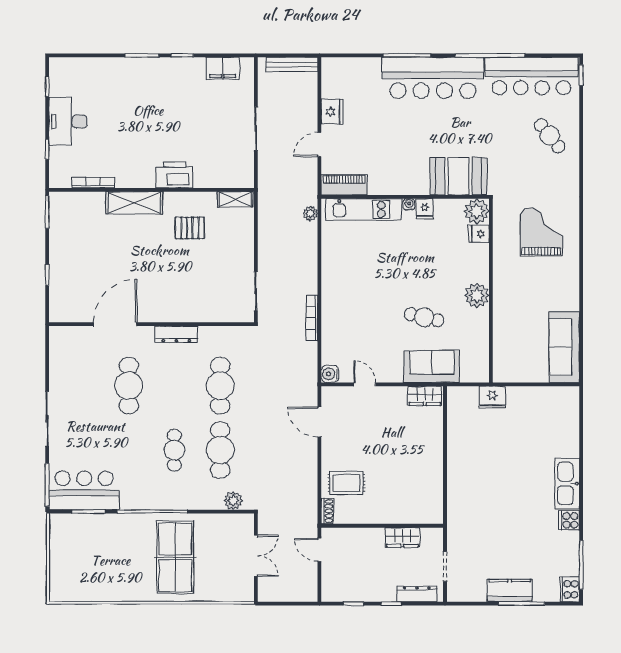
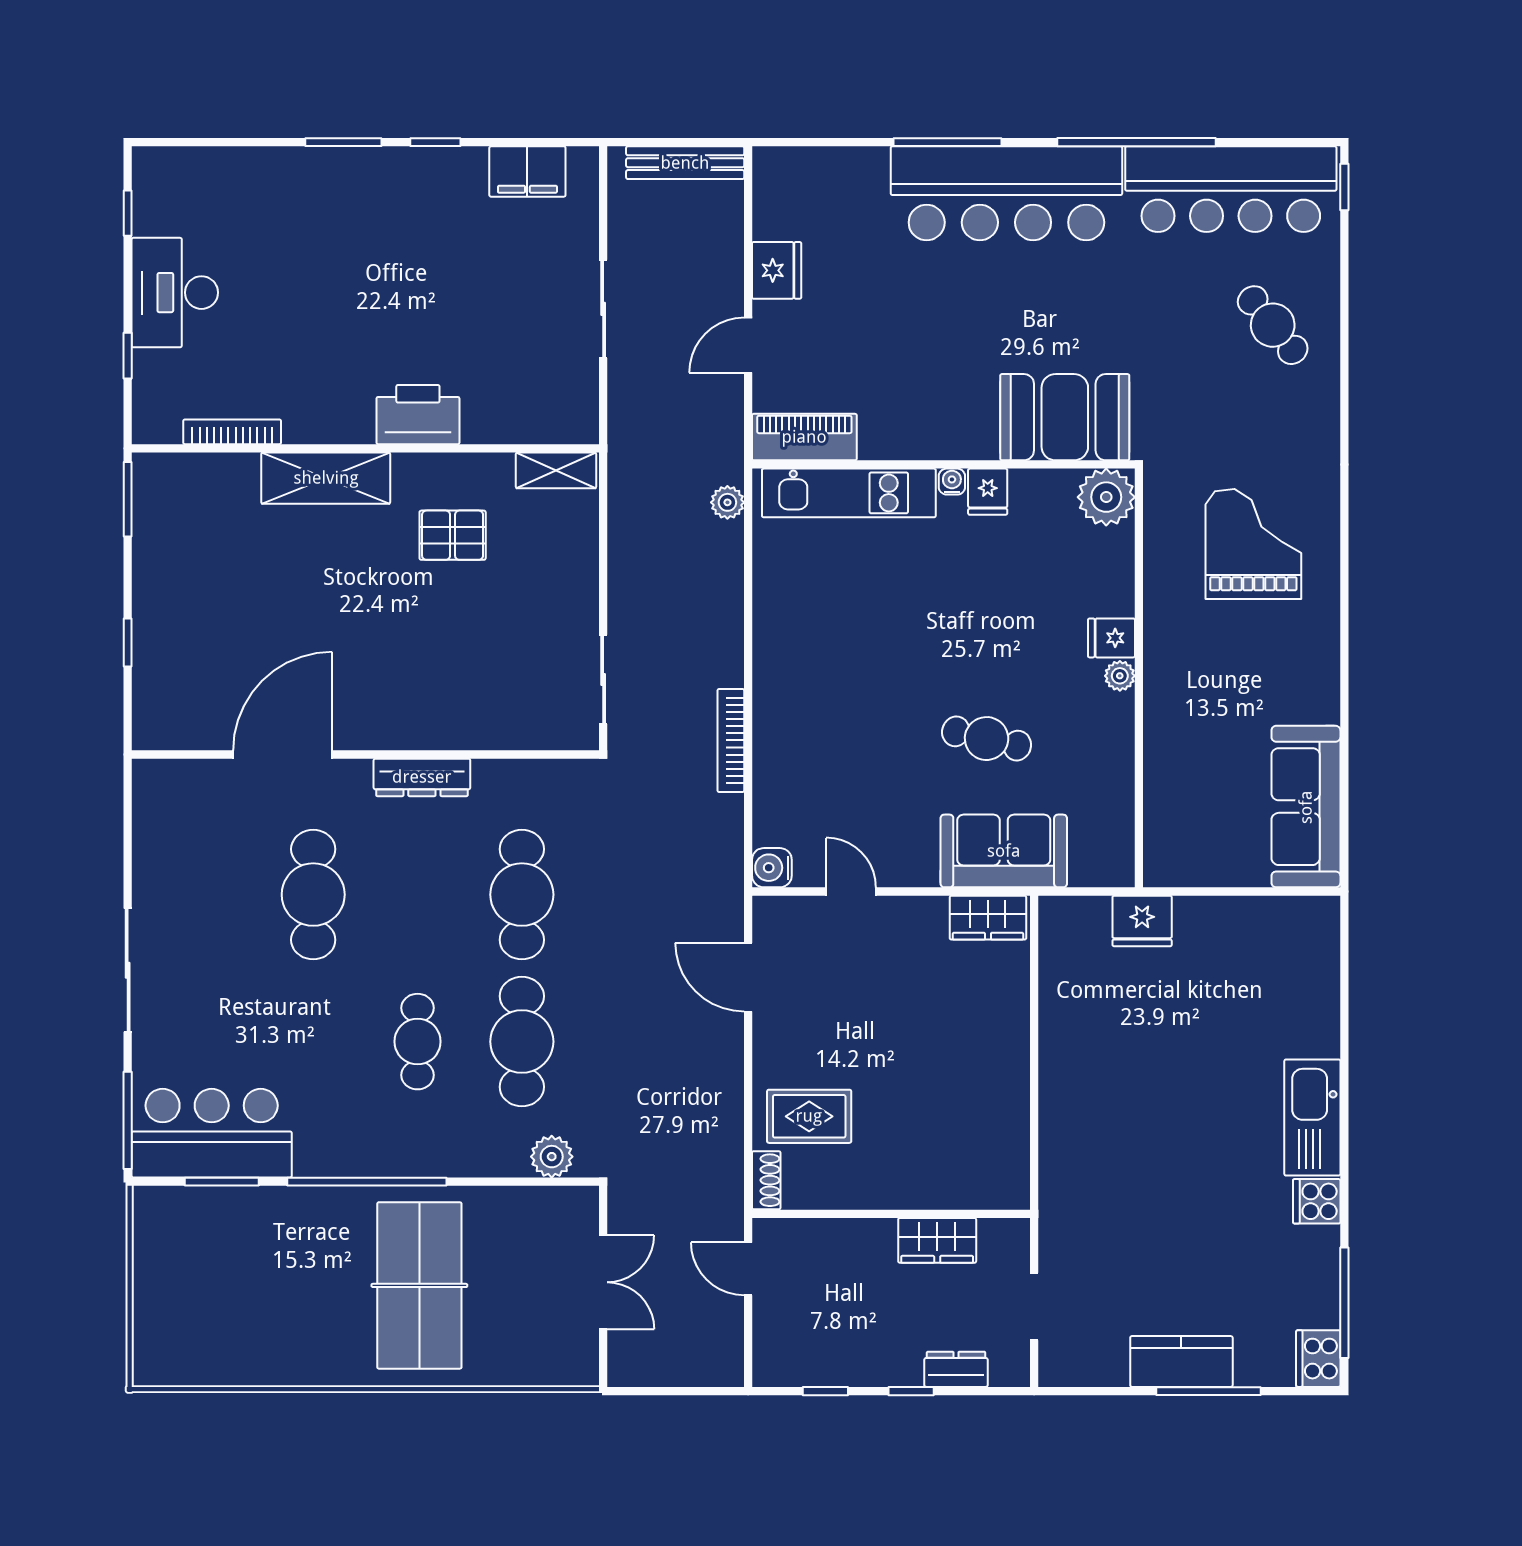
fridge: (479, 234) -> (1111, 638), moved
plant: (477, 295) -> (1120, 676), width x0.53, depth x0.53
dresser: (417, 594) -> (956, 1369), width x0.70

